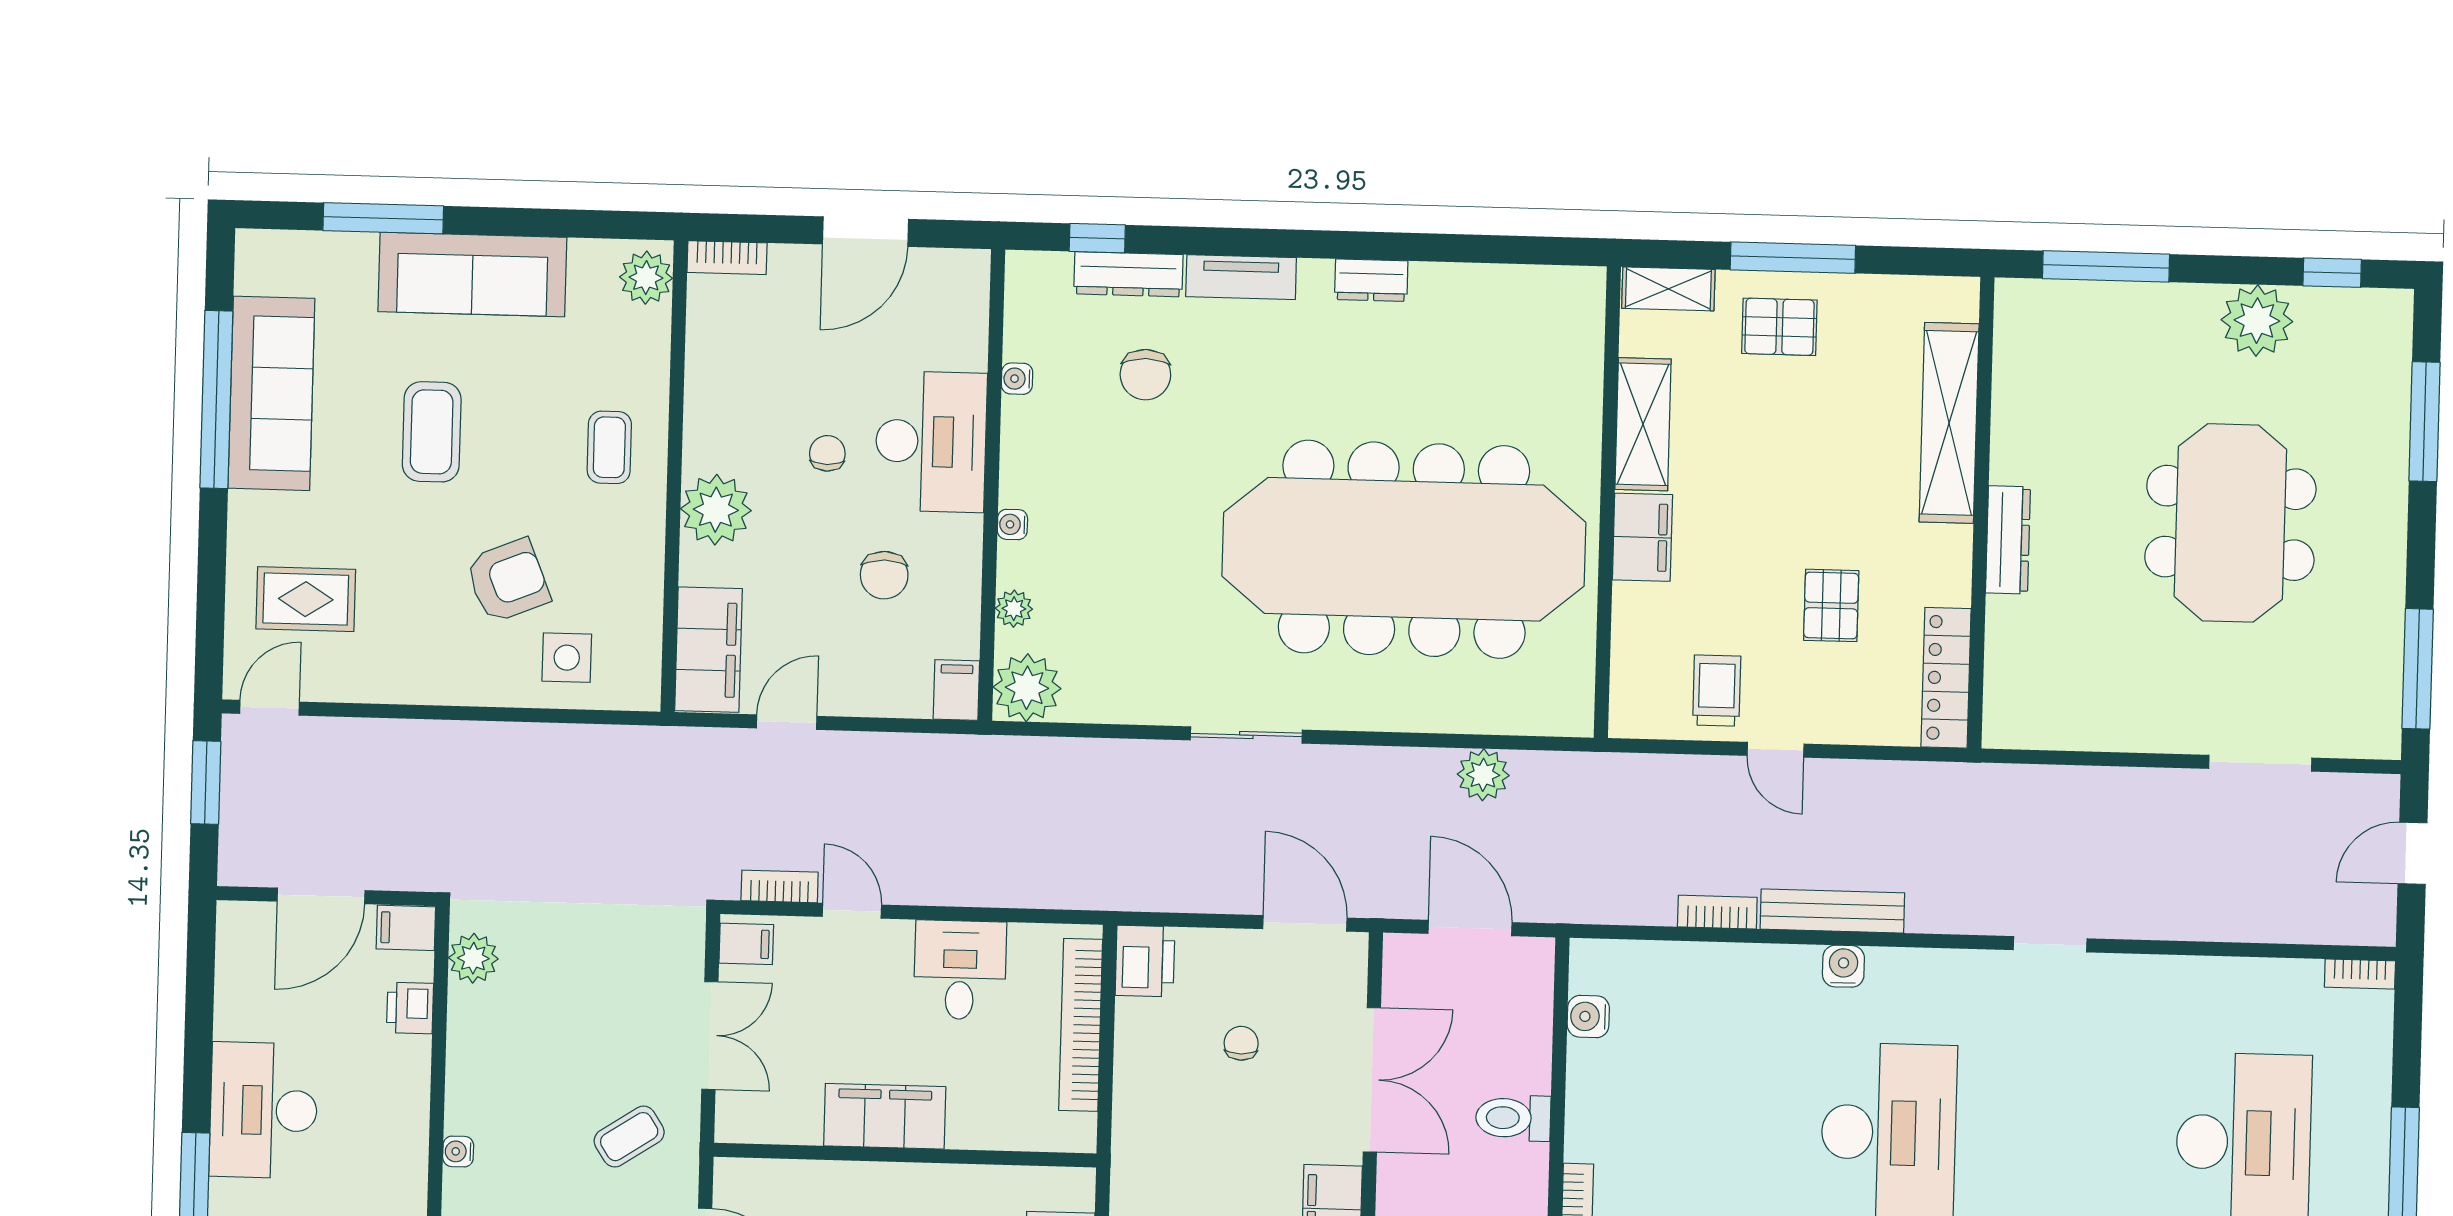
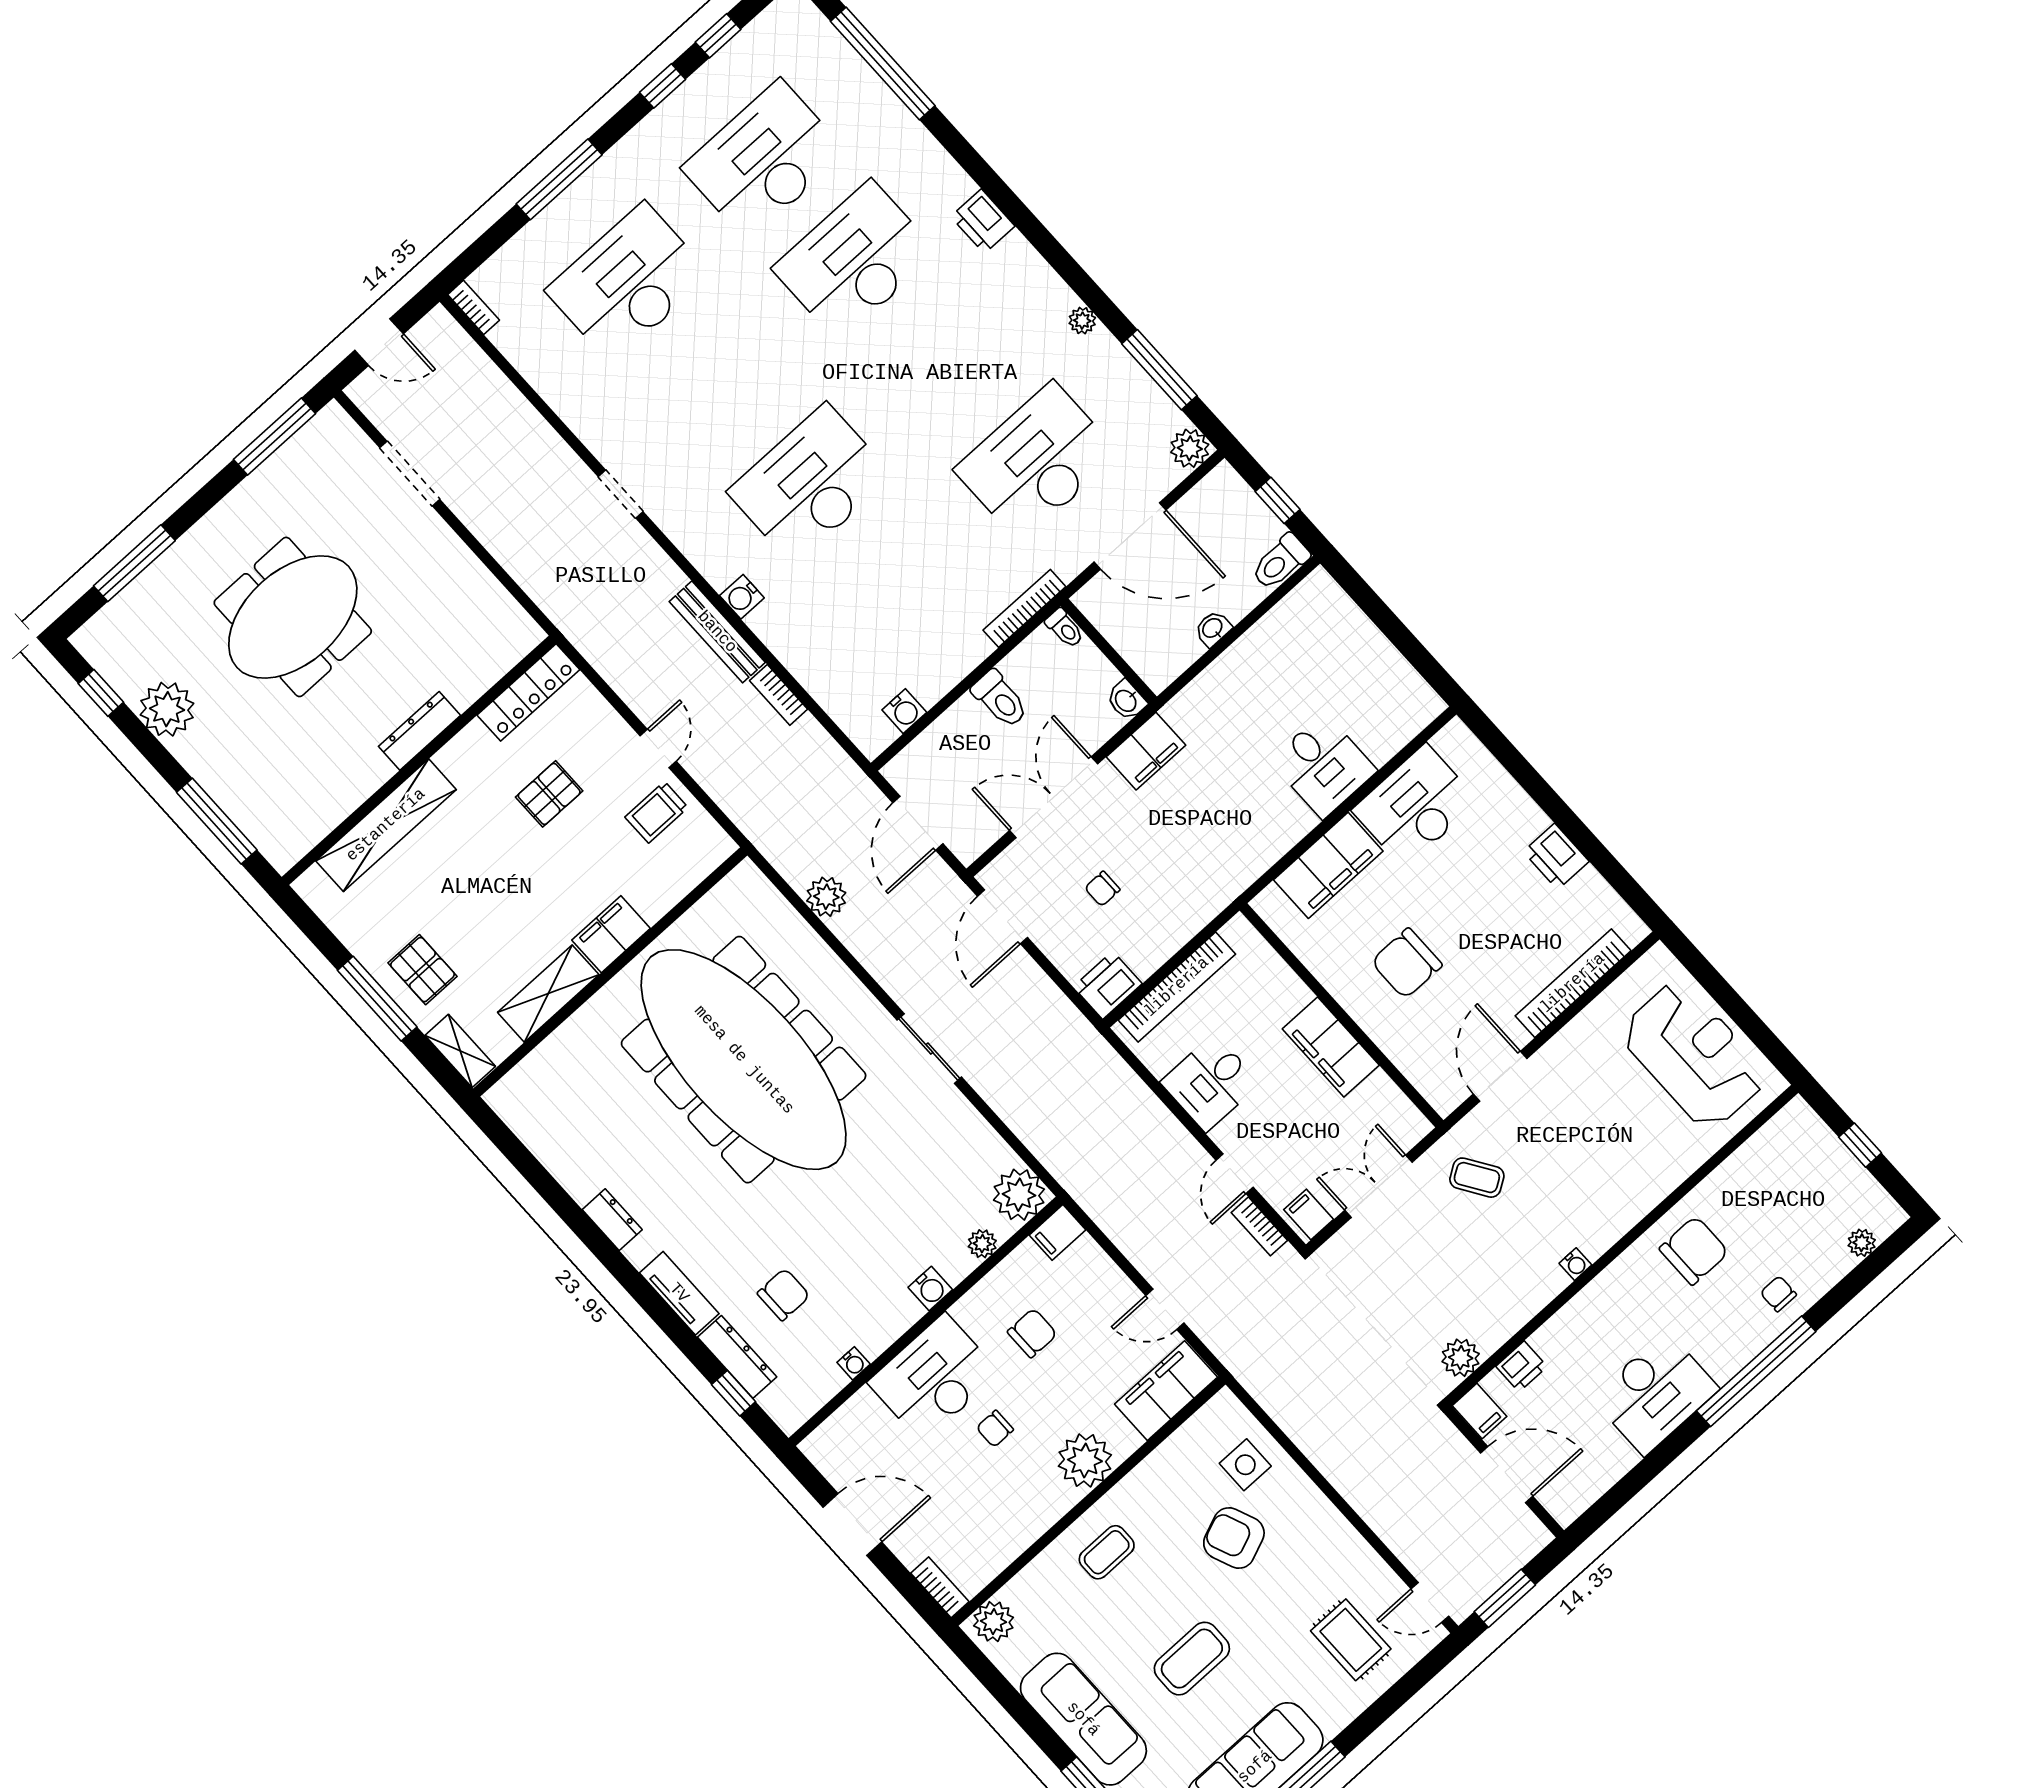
water cooler: (1012, 524) -> (930, 1289), width x1.38, depth x1.38

